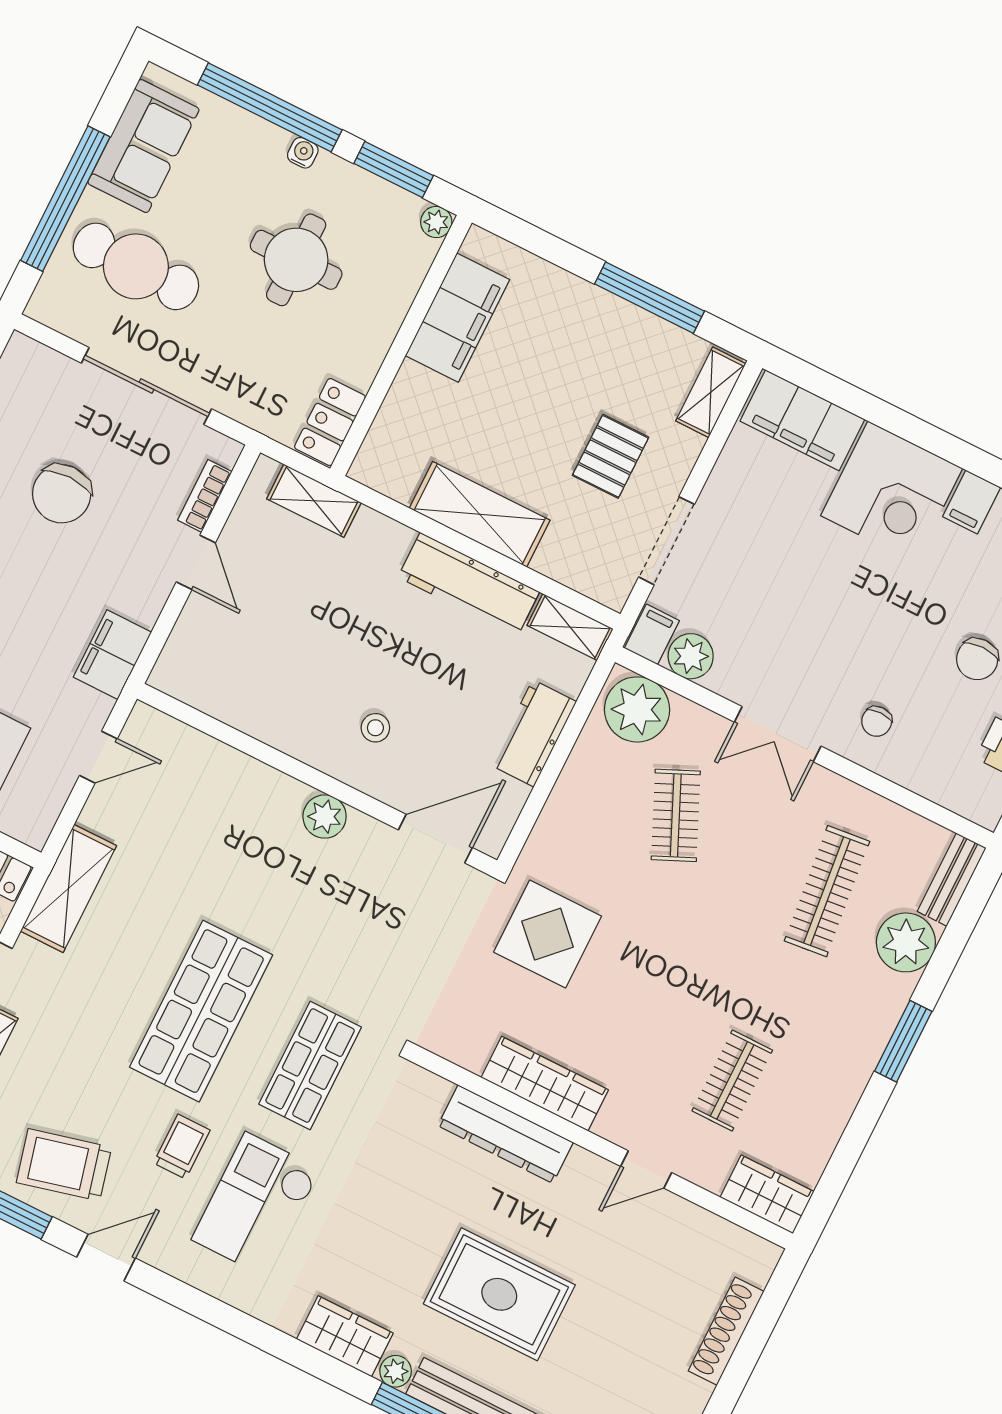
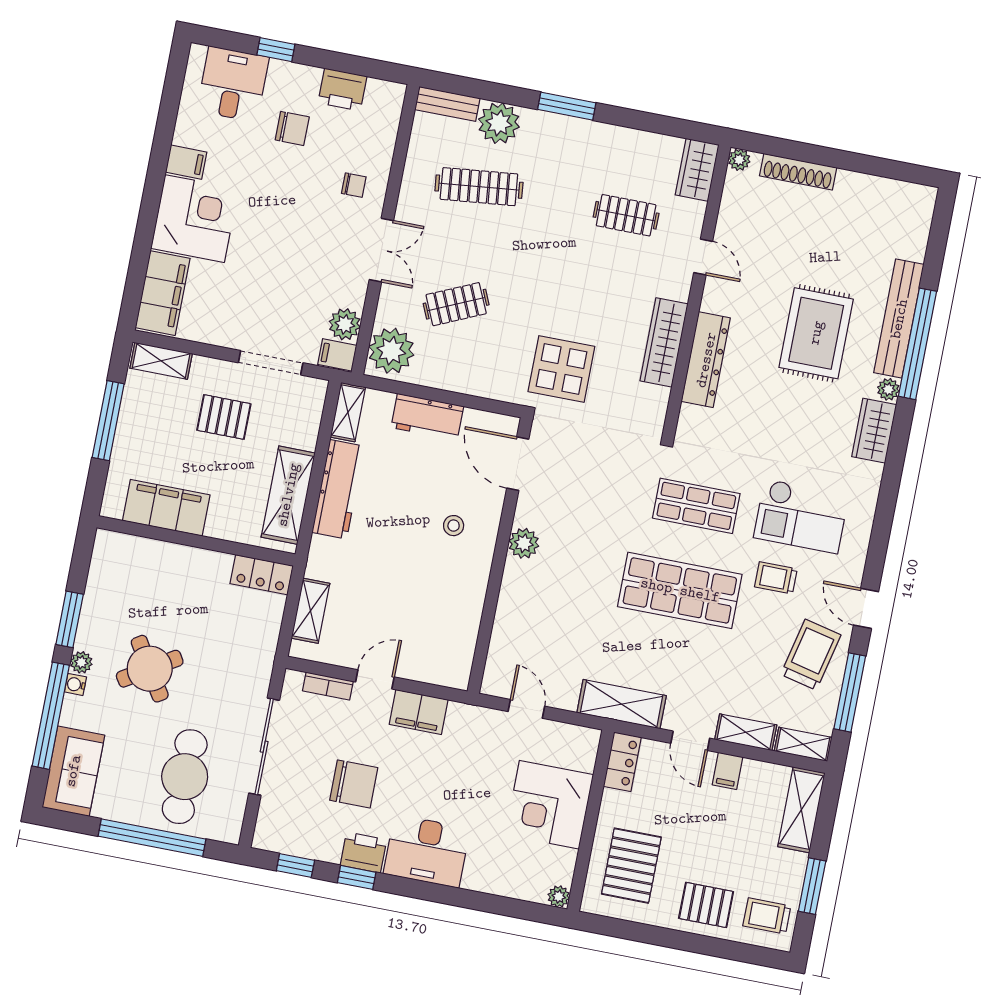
sofa: (143, 146) -> (73, 771), moved, turned 90
plant: (436, 222) -> (81, 662), moved
round table: (296, 260) -> (150, 669), turned -32
filing cabinet: (457, 318) -> (166, 508), moved
wall: (401, 346) -> (196, 541), moved
locker: (330, 422) -> (262, 575), moved
filing cabinet: (112, 655) -> (419, 712), moved
trolley: (64, 1165) -> (811, 655), turned -153
plant: (765, 1256) -> (739, 160), added

